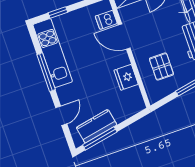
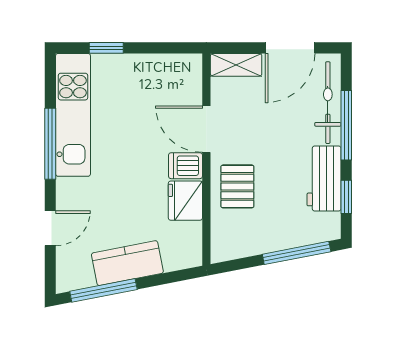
dishwasher: (106, 20) -> (185, 166), moved
pallet: (161, 66) -> (237, 186), moved
kitchen counter: (97, 126) -> (127, 263), moved

